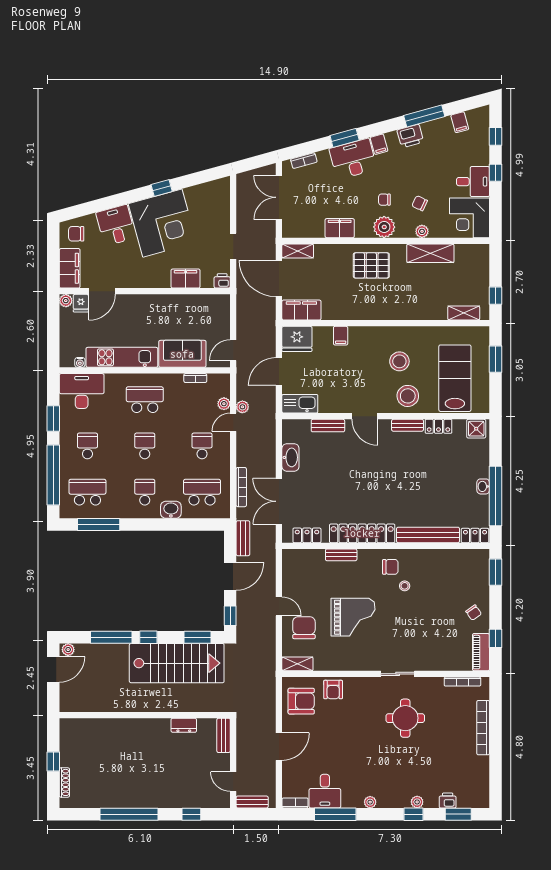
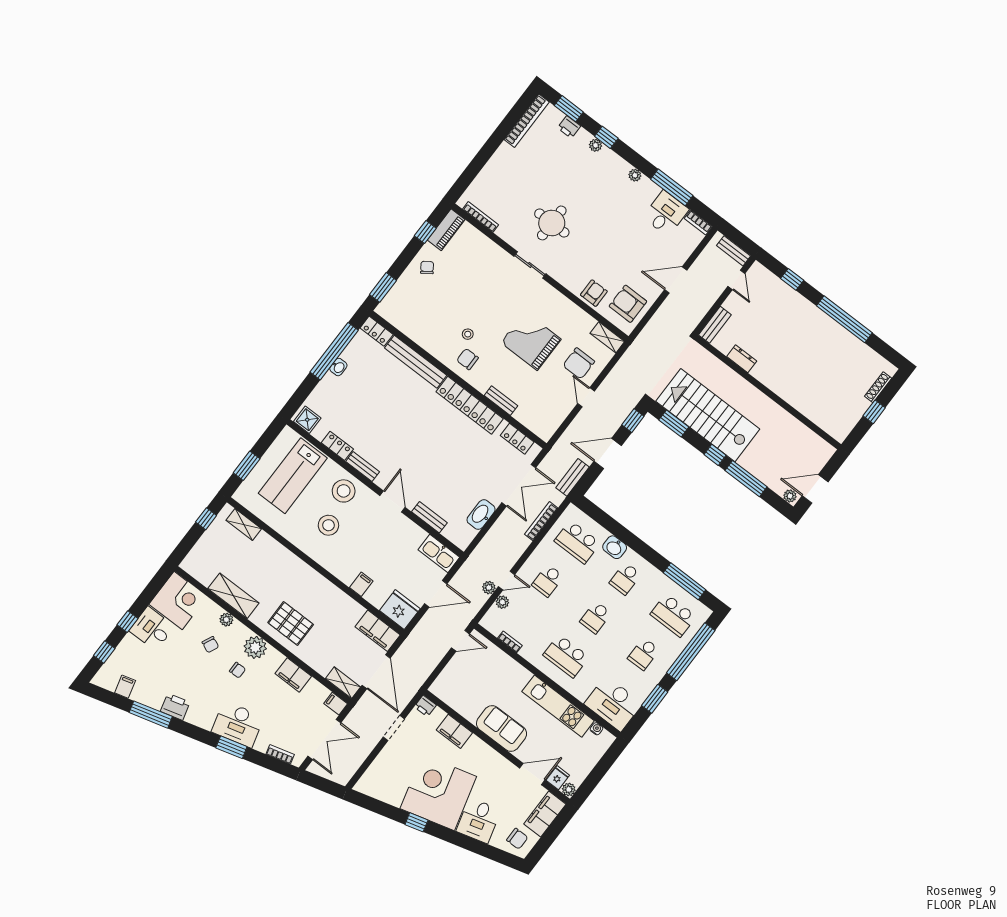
filing cabinet: (379, 144) -> (336, 704), moved, turned -75
sofa: (182, 354) -> (502, 729), moved, turned 180
bookcase: (483, 728) -> (527, 121), moved

